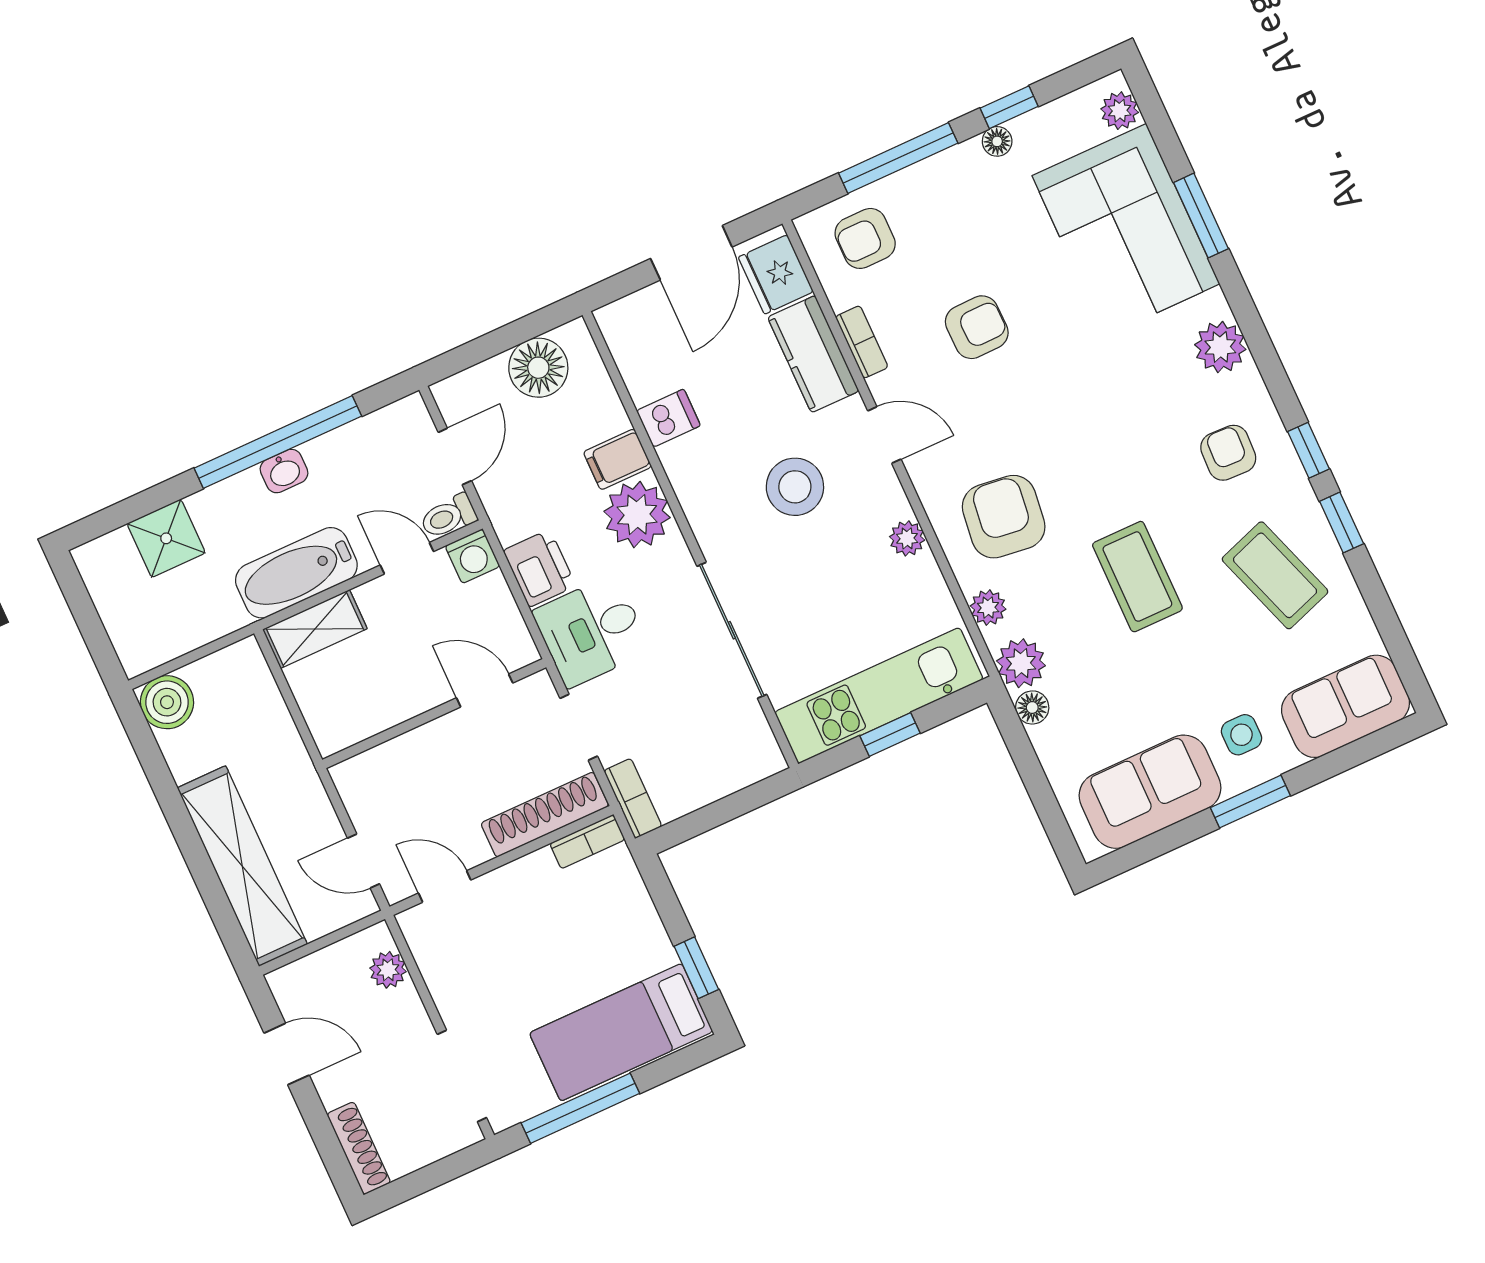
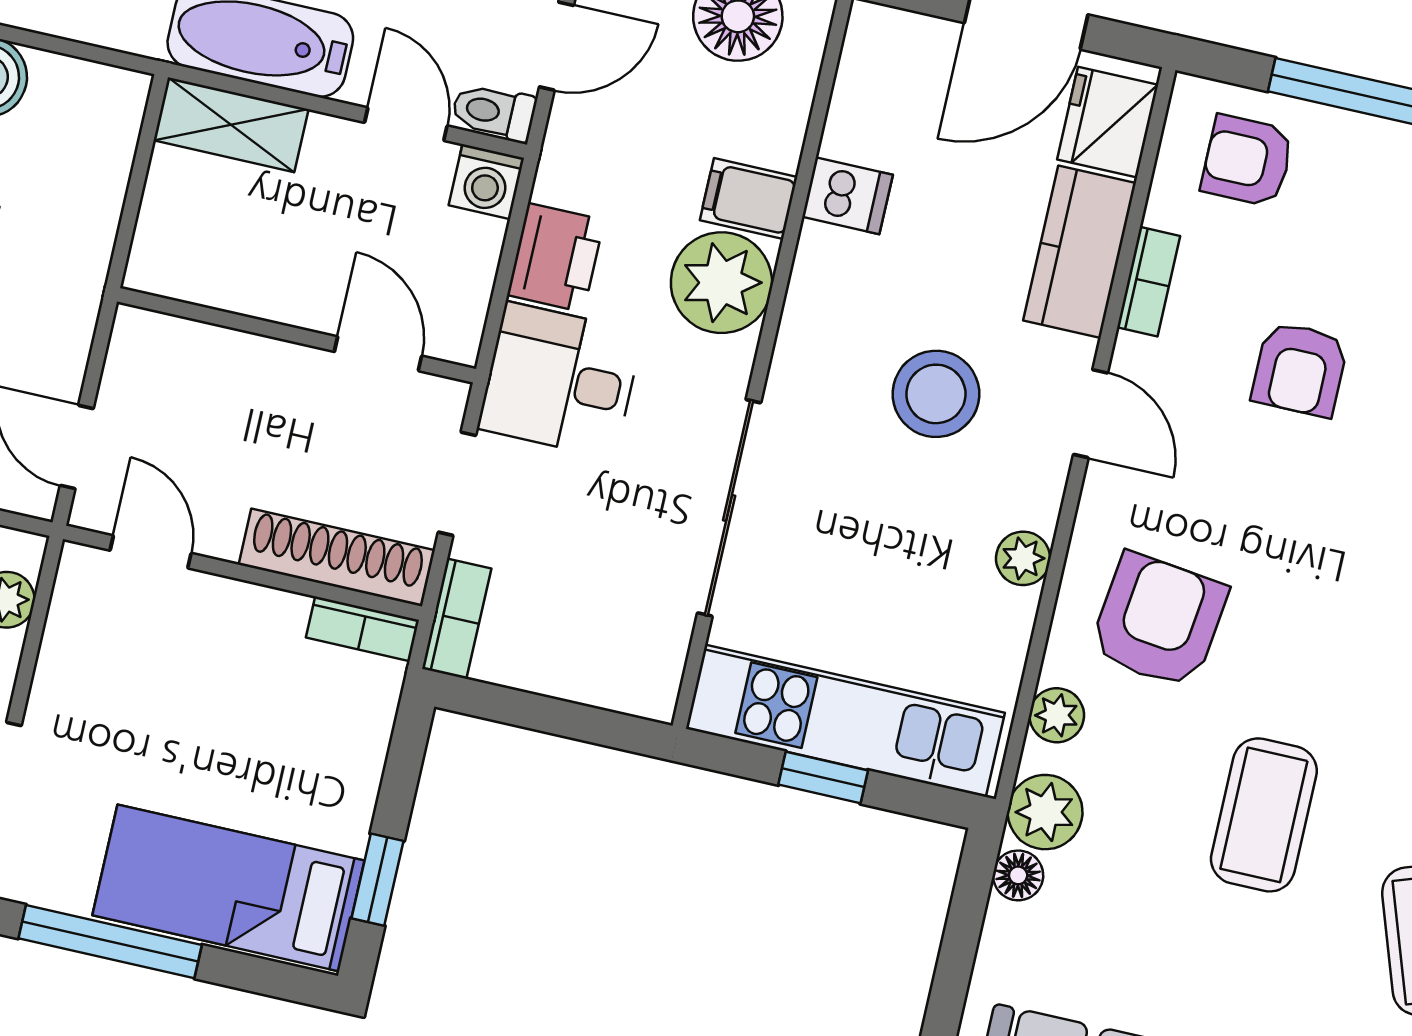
armchair: (977, 327) -> (1300, 369), turned 91

